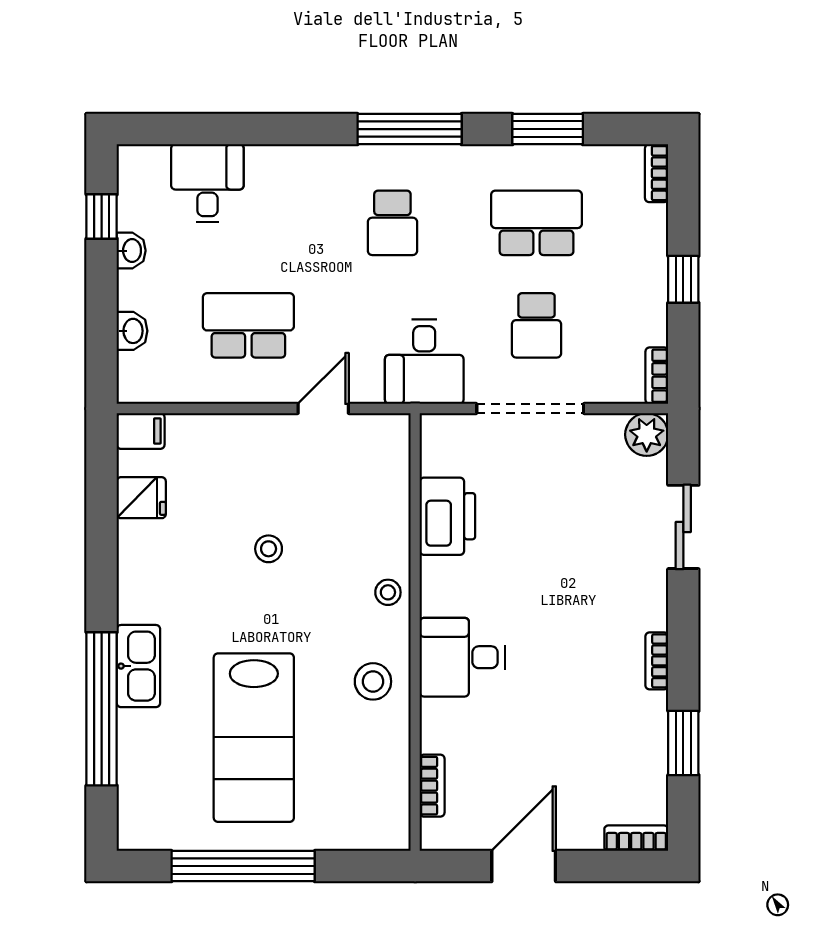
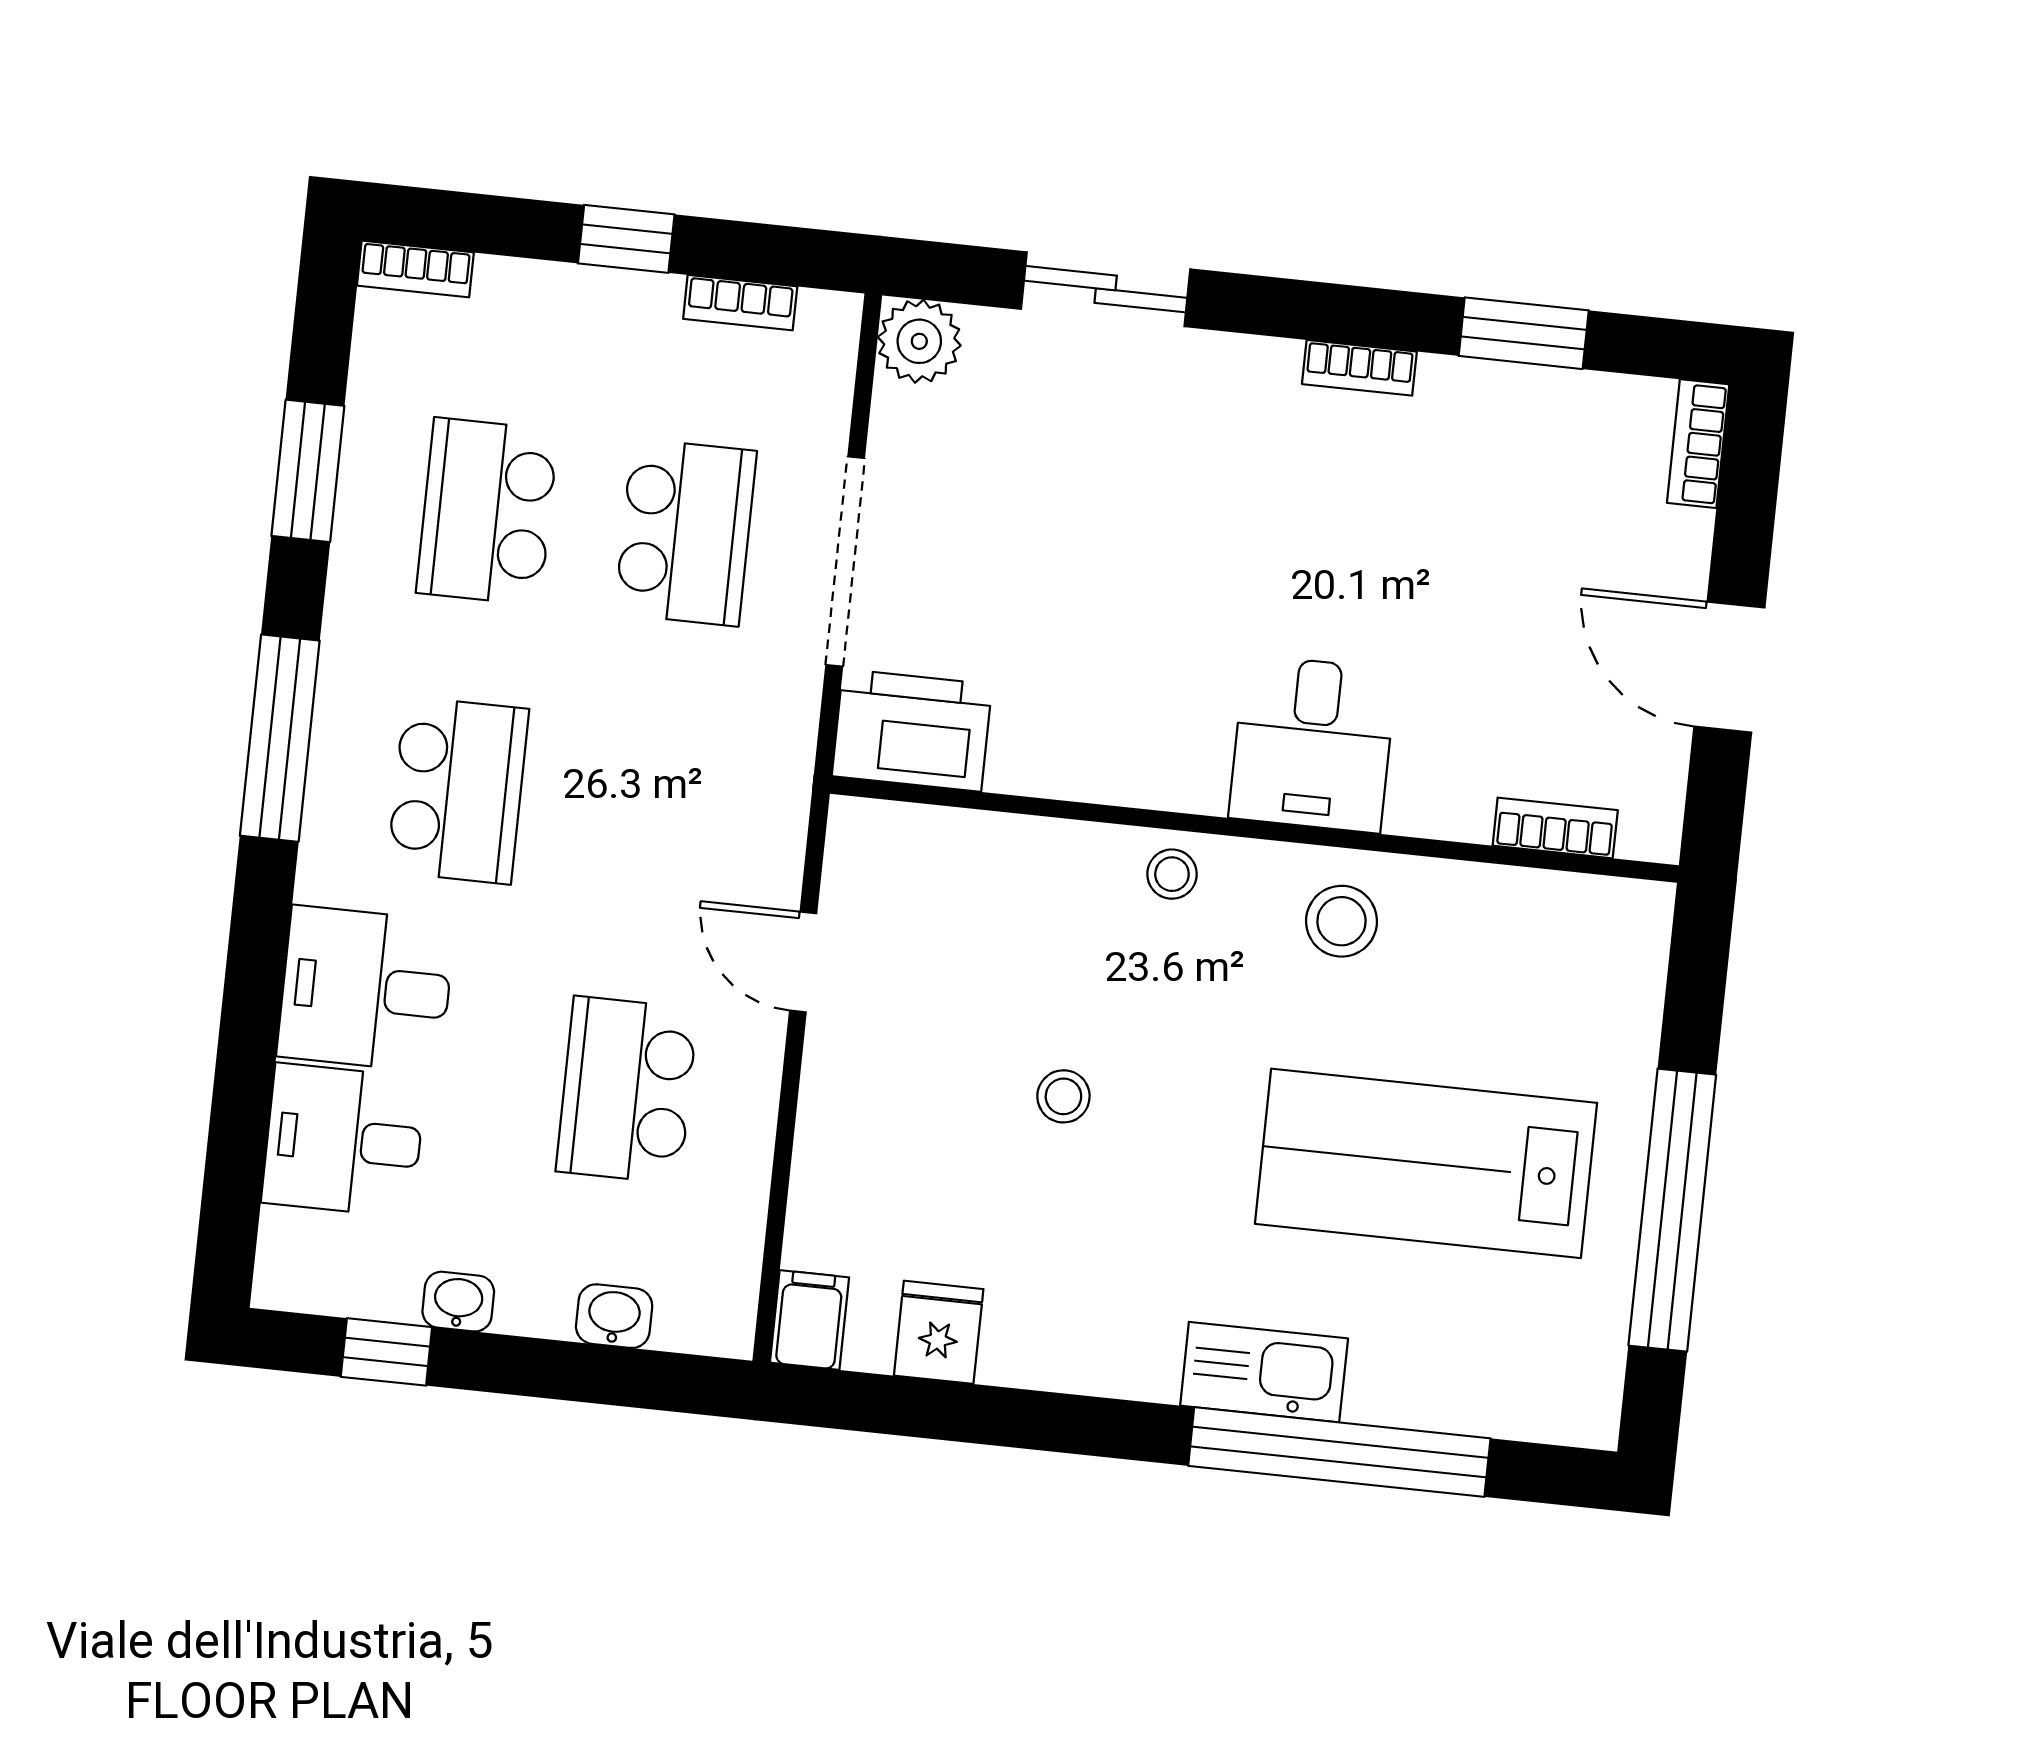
school desk: (392, 223) -> (458, 790), width x1.85
school desk: (537, 325) -> (685, 532), width x1.85
desk: (424, 362) -> (366, 989), moved, turned 180
bookcase: (657, 376) -> (740, 303), moved
printer: (447, 516) -> (912, 730), moved
lab bench: (254, 738) -> (1426, 1163), turned 180

